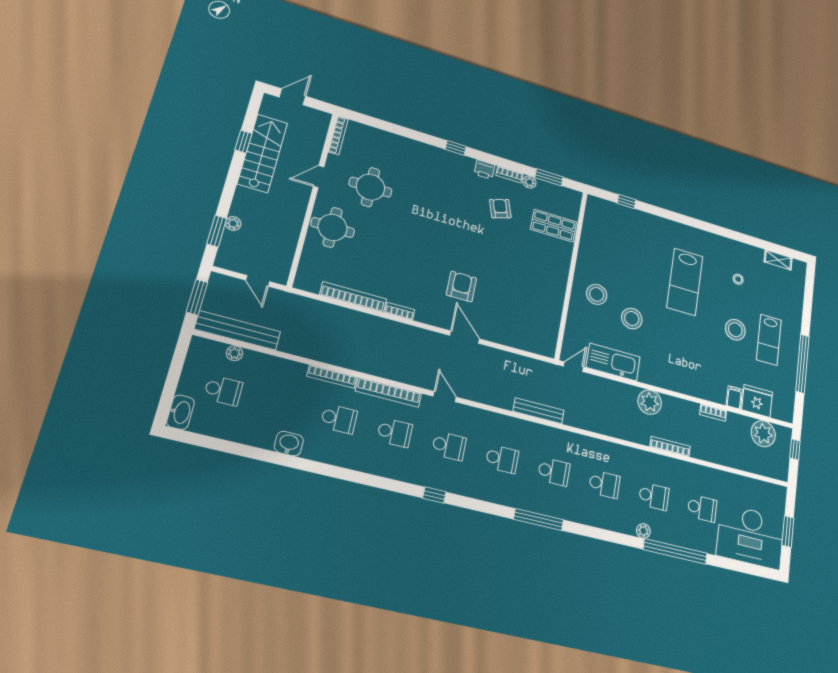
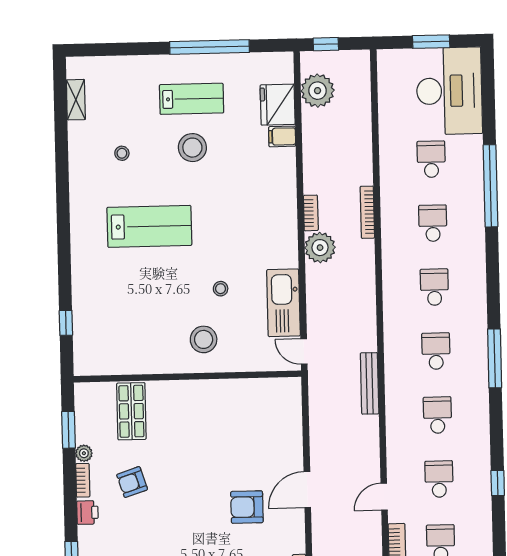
stool: (632, 318) -> (221, 289), width x0.53, depth x0.53
bookcase: (713, 413) -> (311, 213), moved
plant: (643, 531) -> (476, 229), removed

